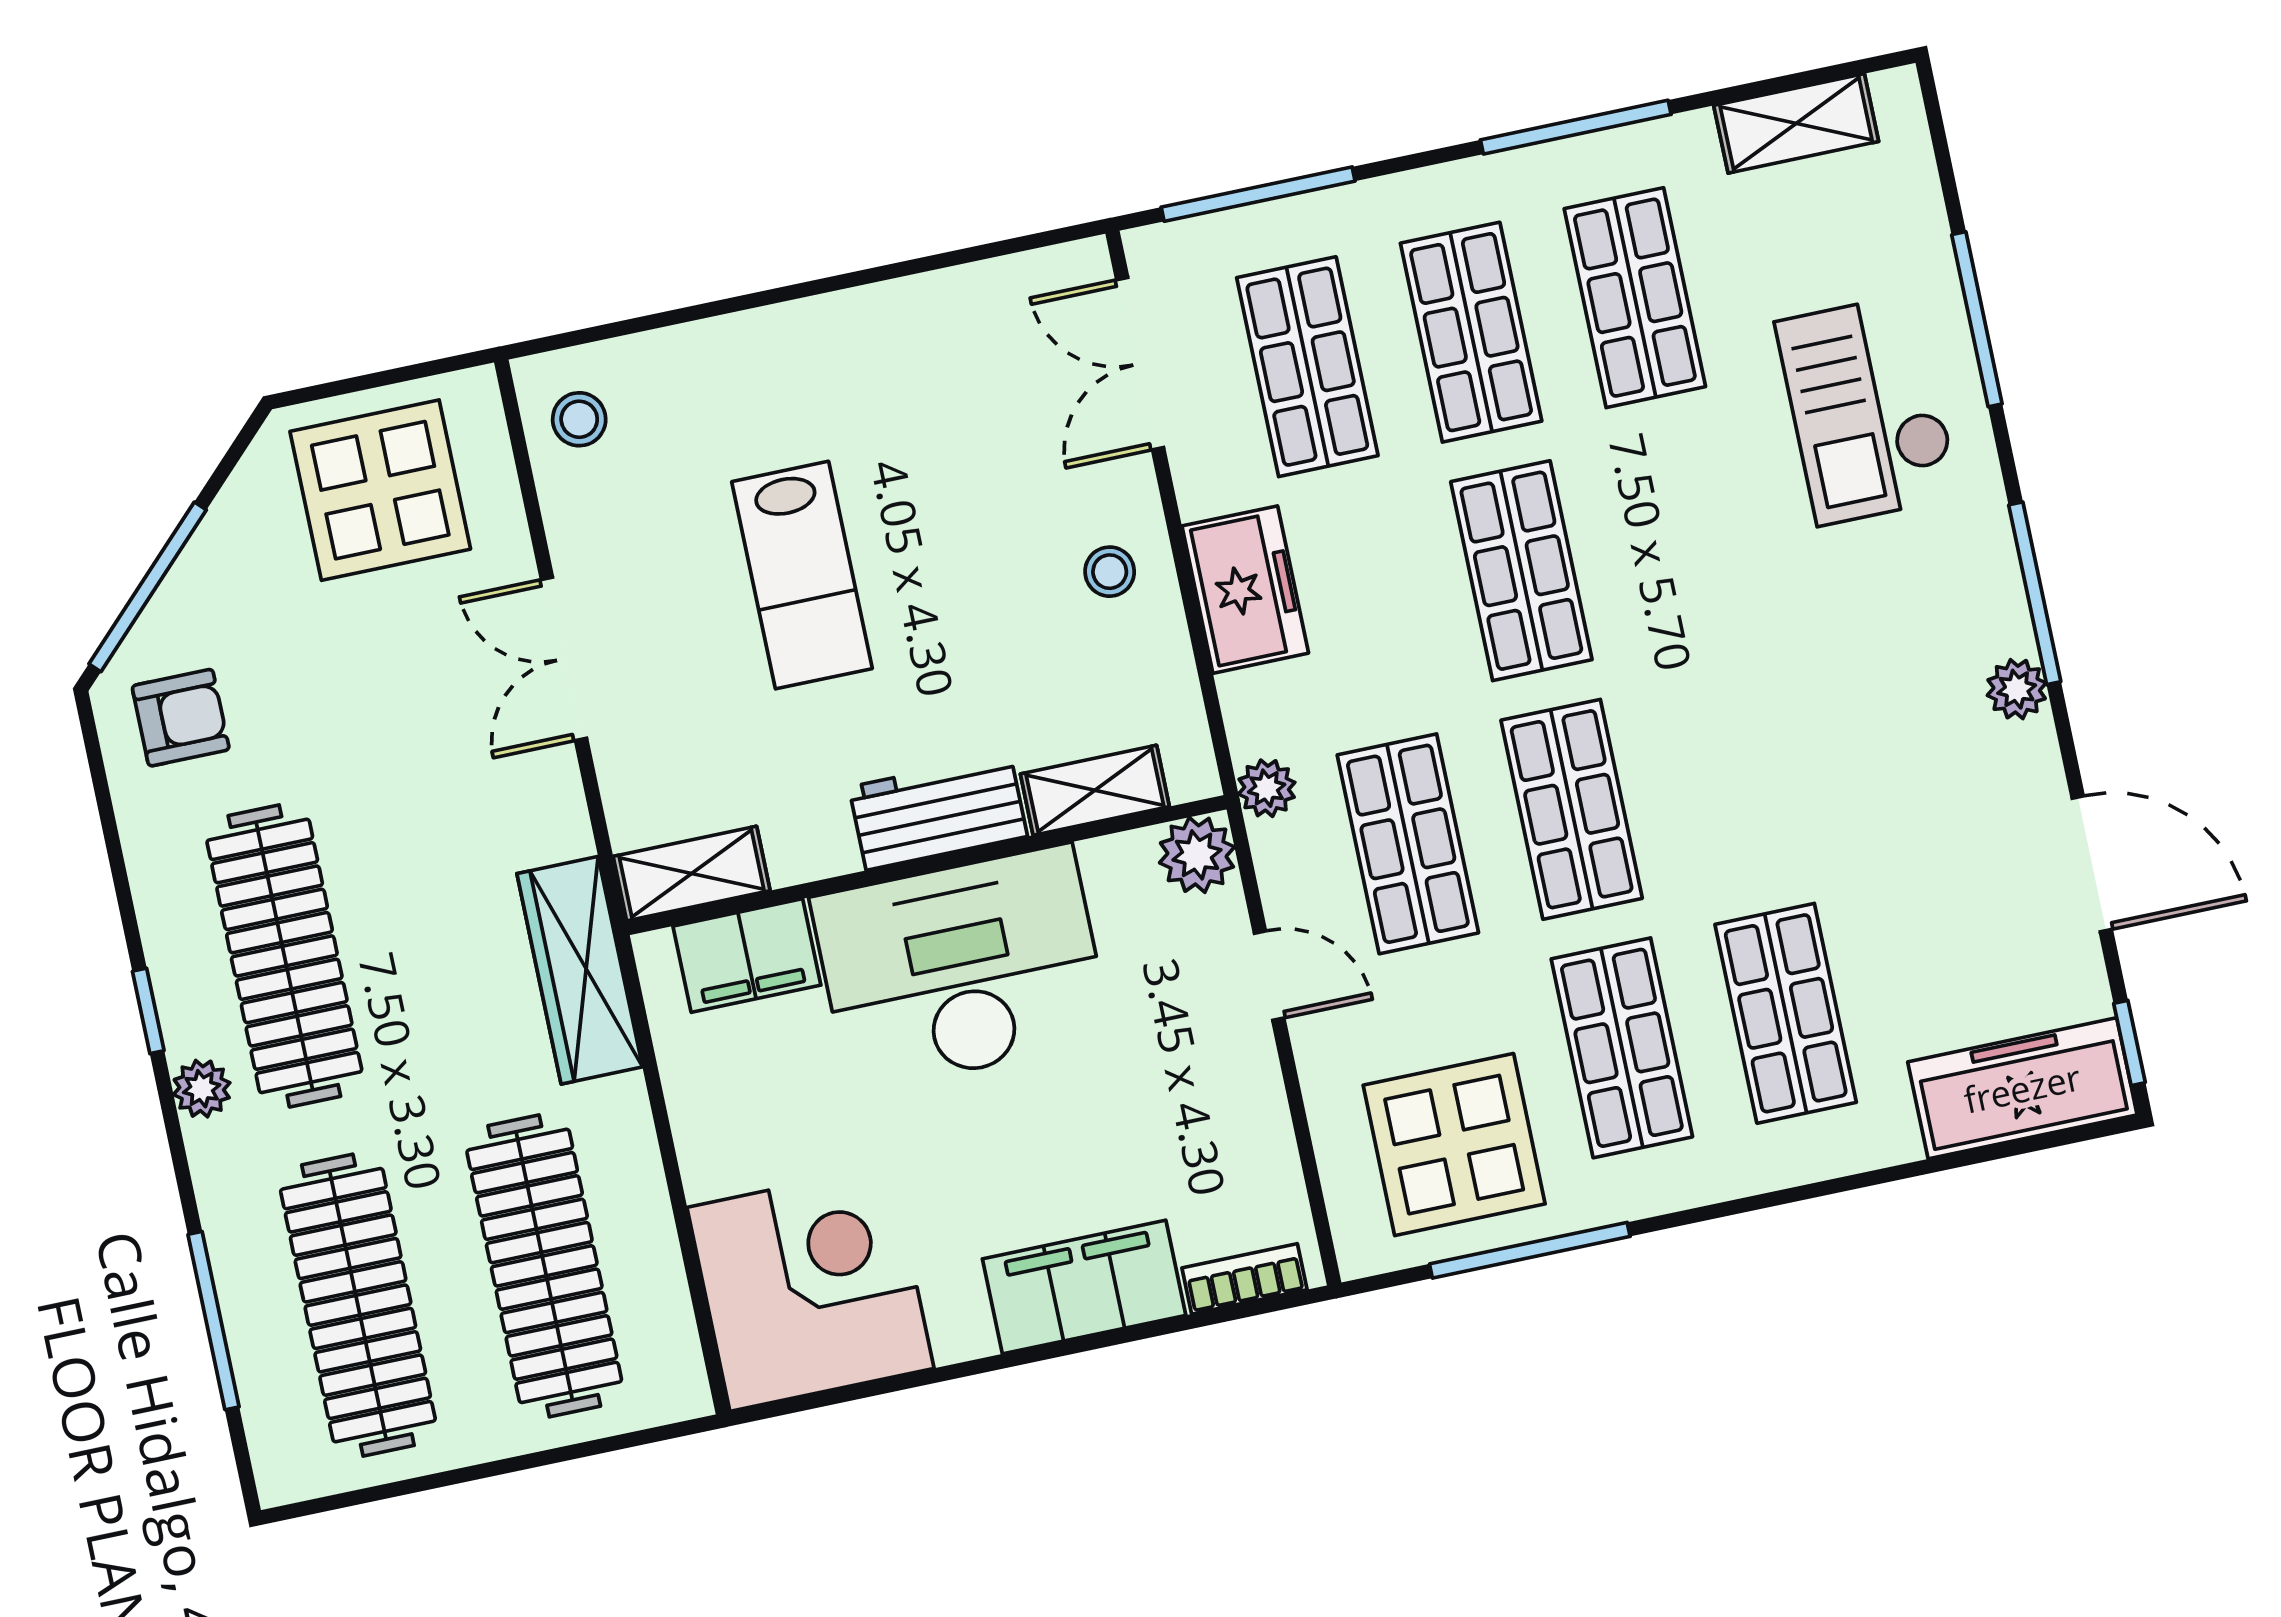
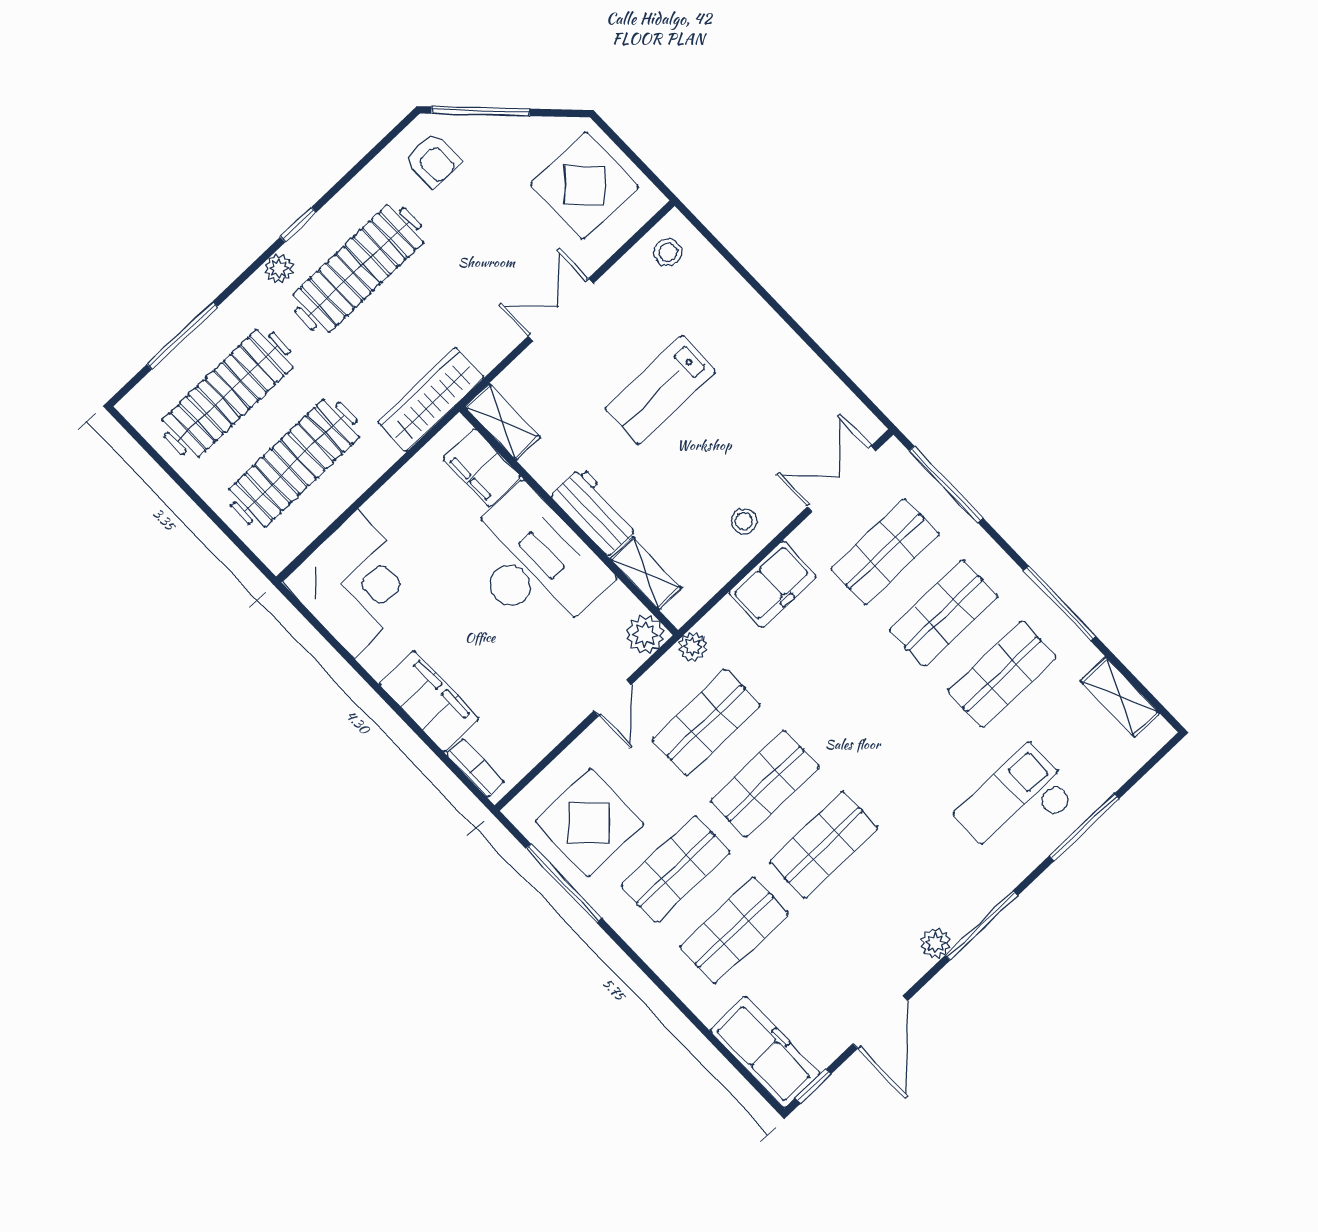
shop shelf: (1521, 571) -> (823, 845), moved

